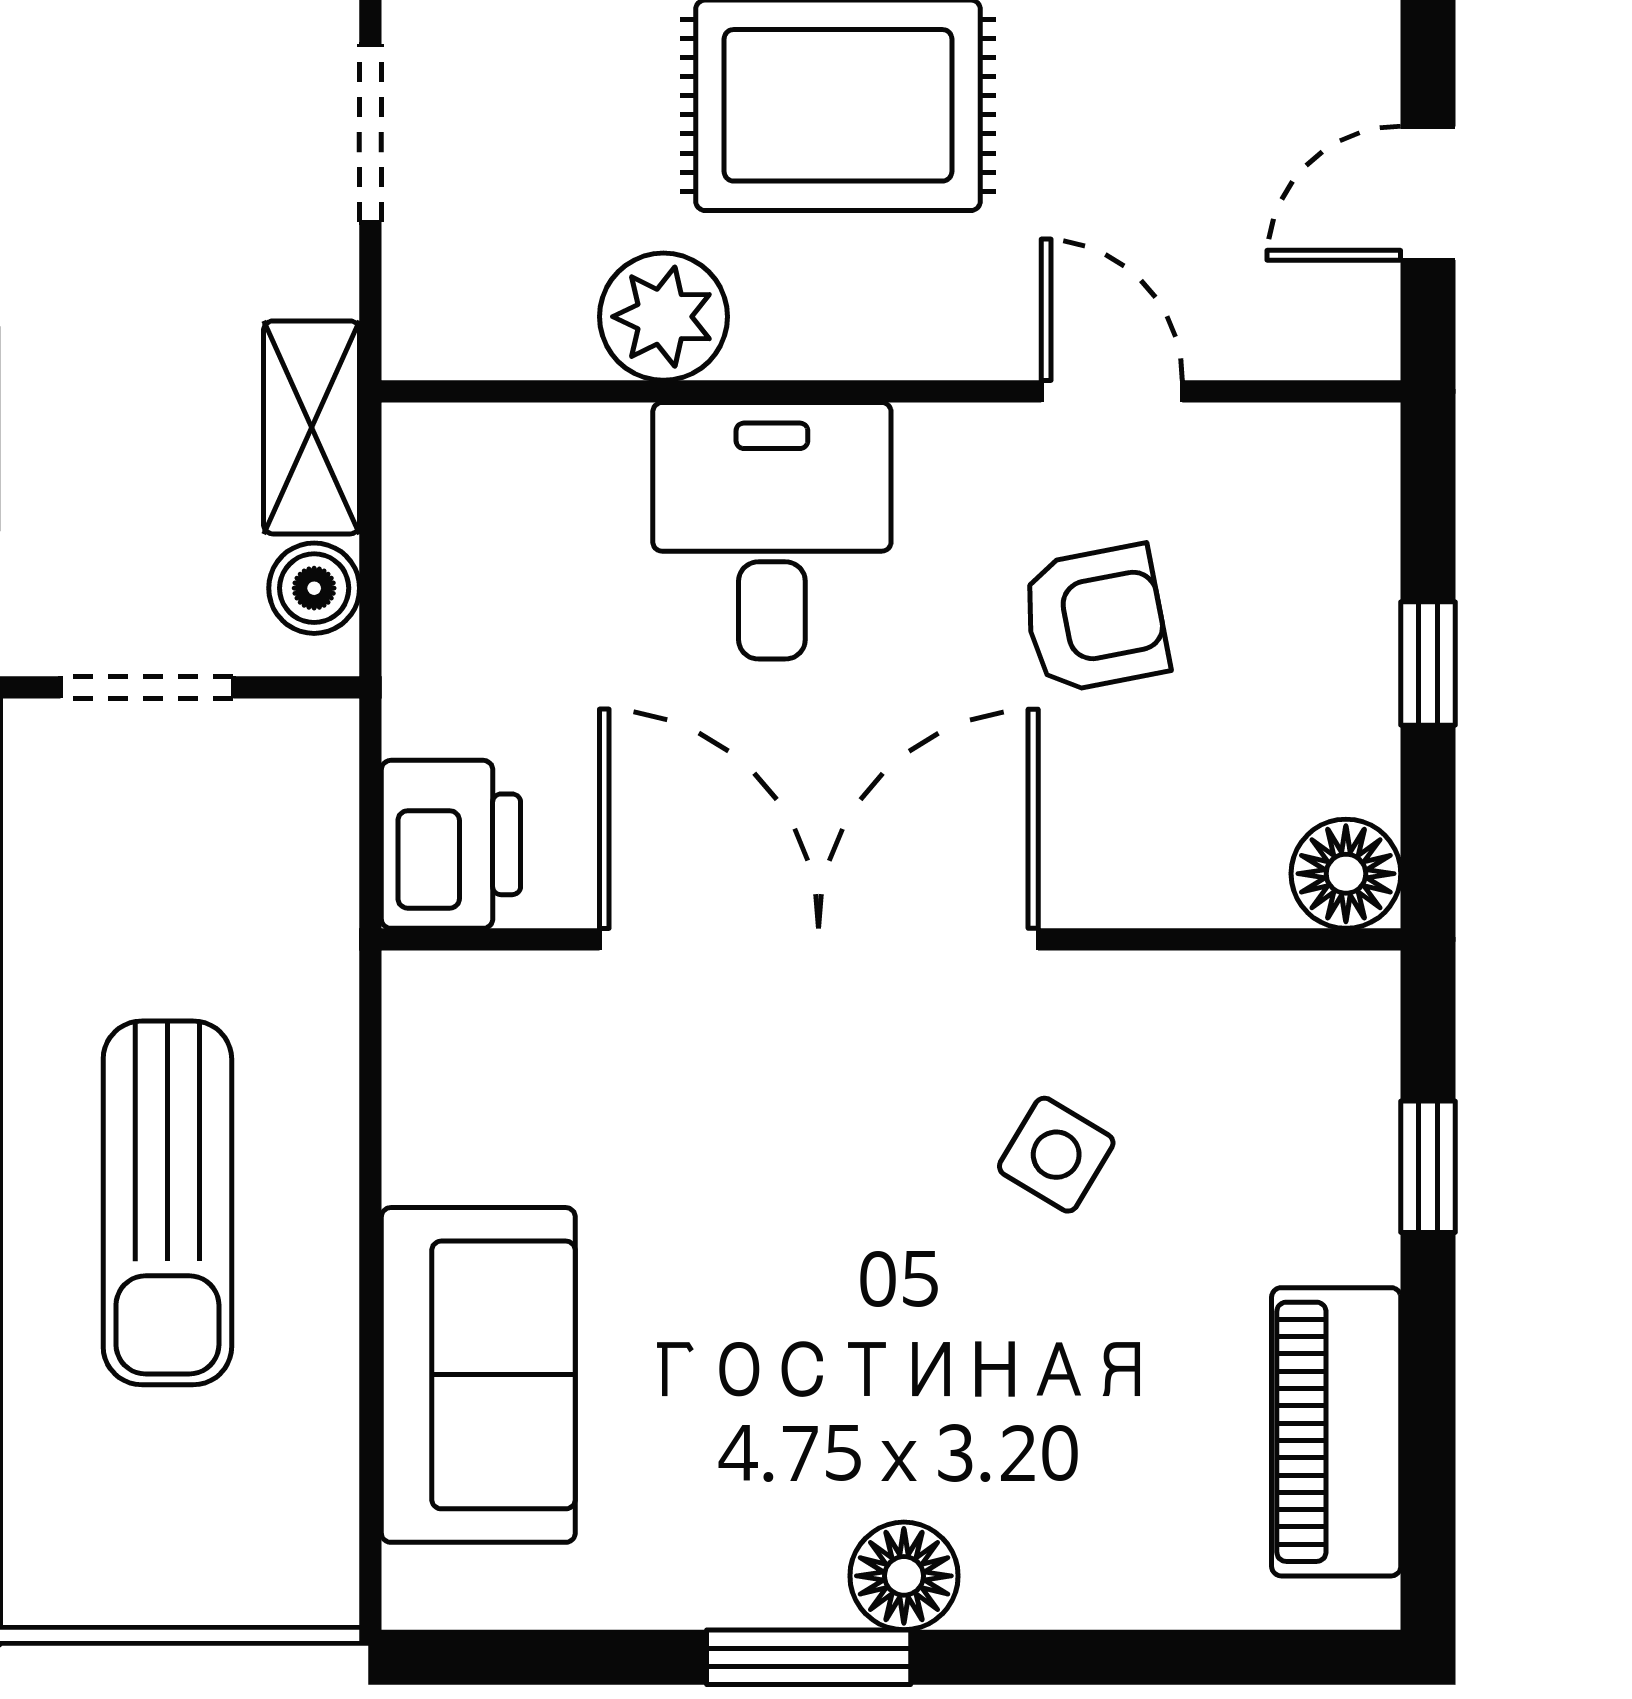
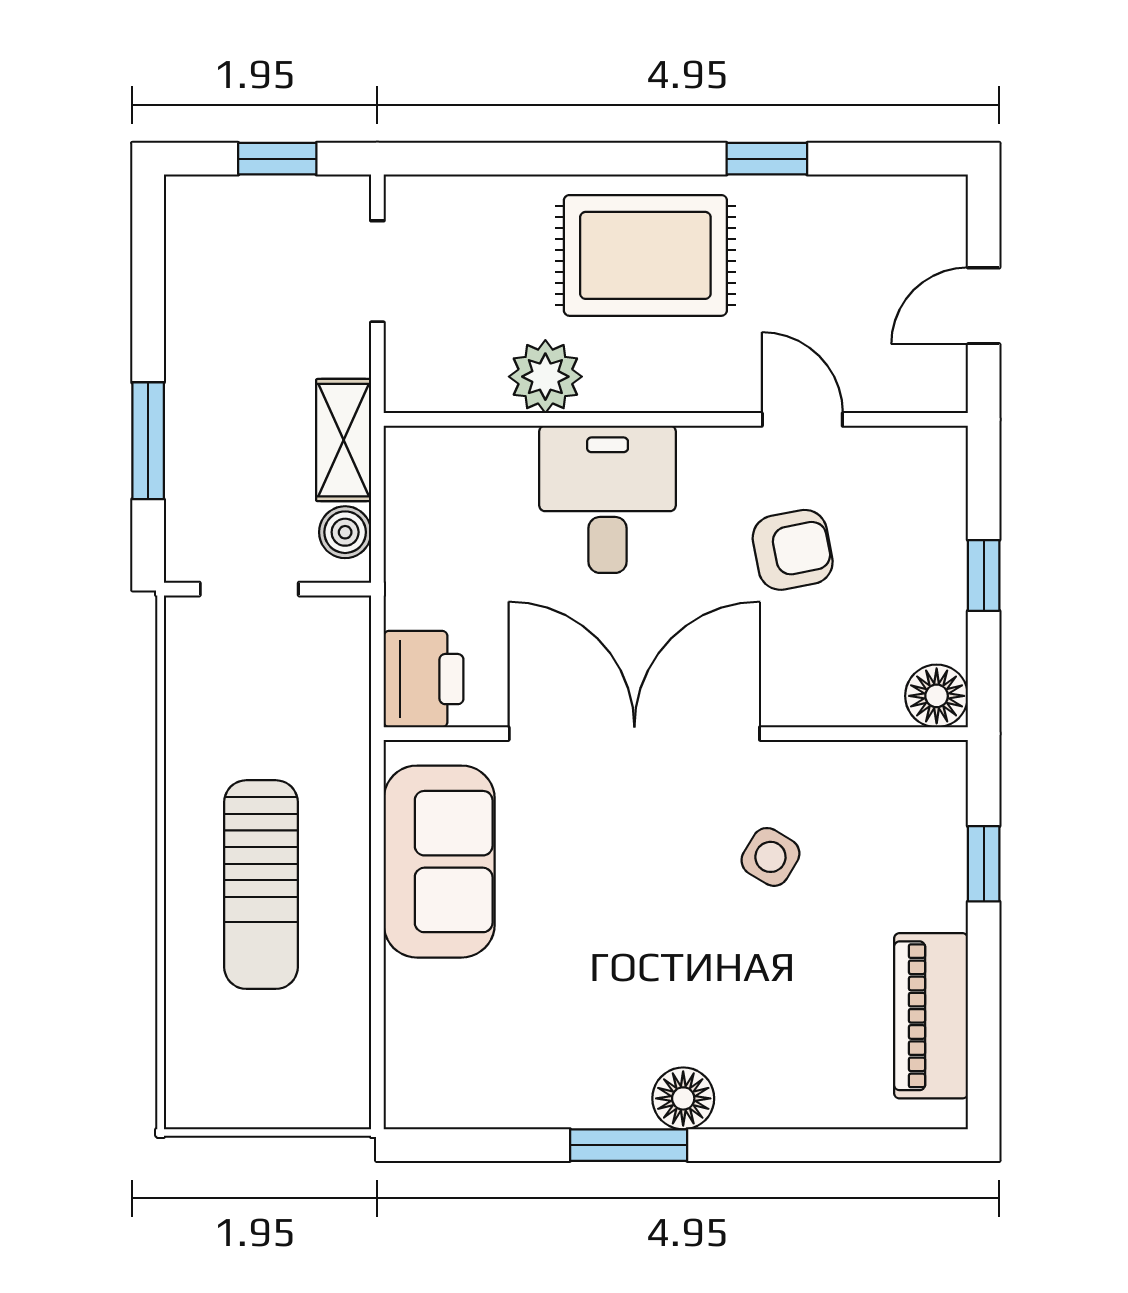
sofa: (478, 1375) -> (439, 862), moved

